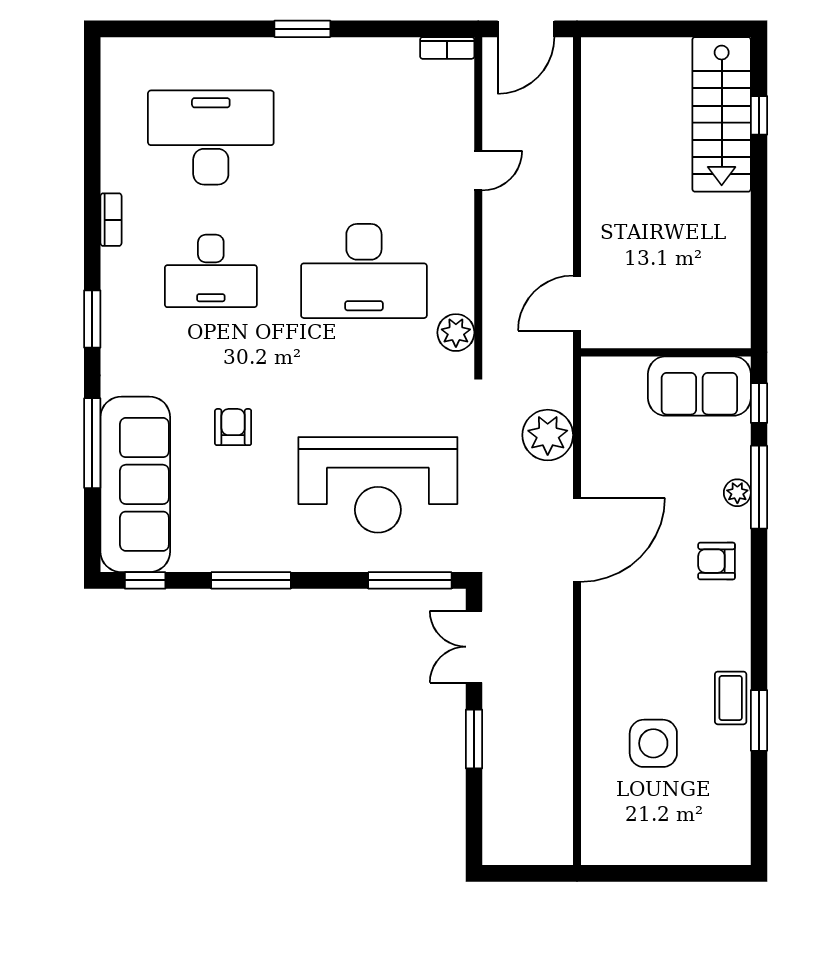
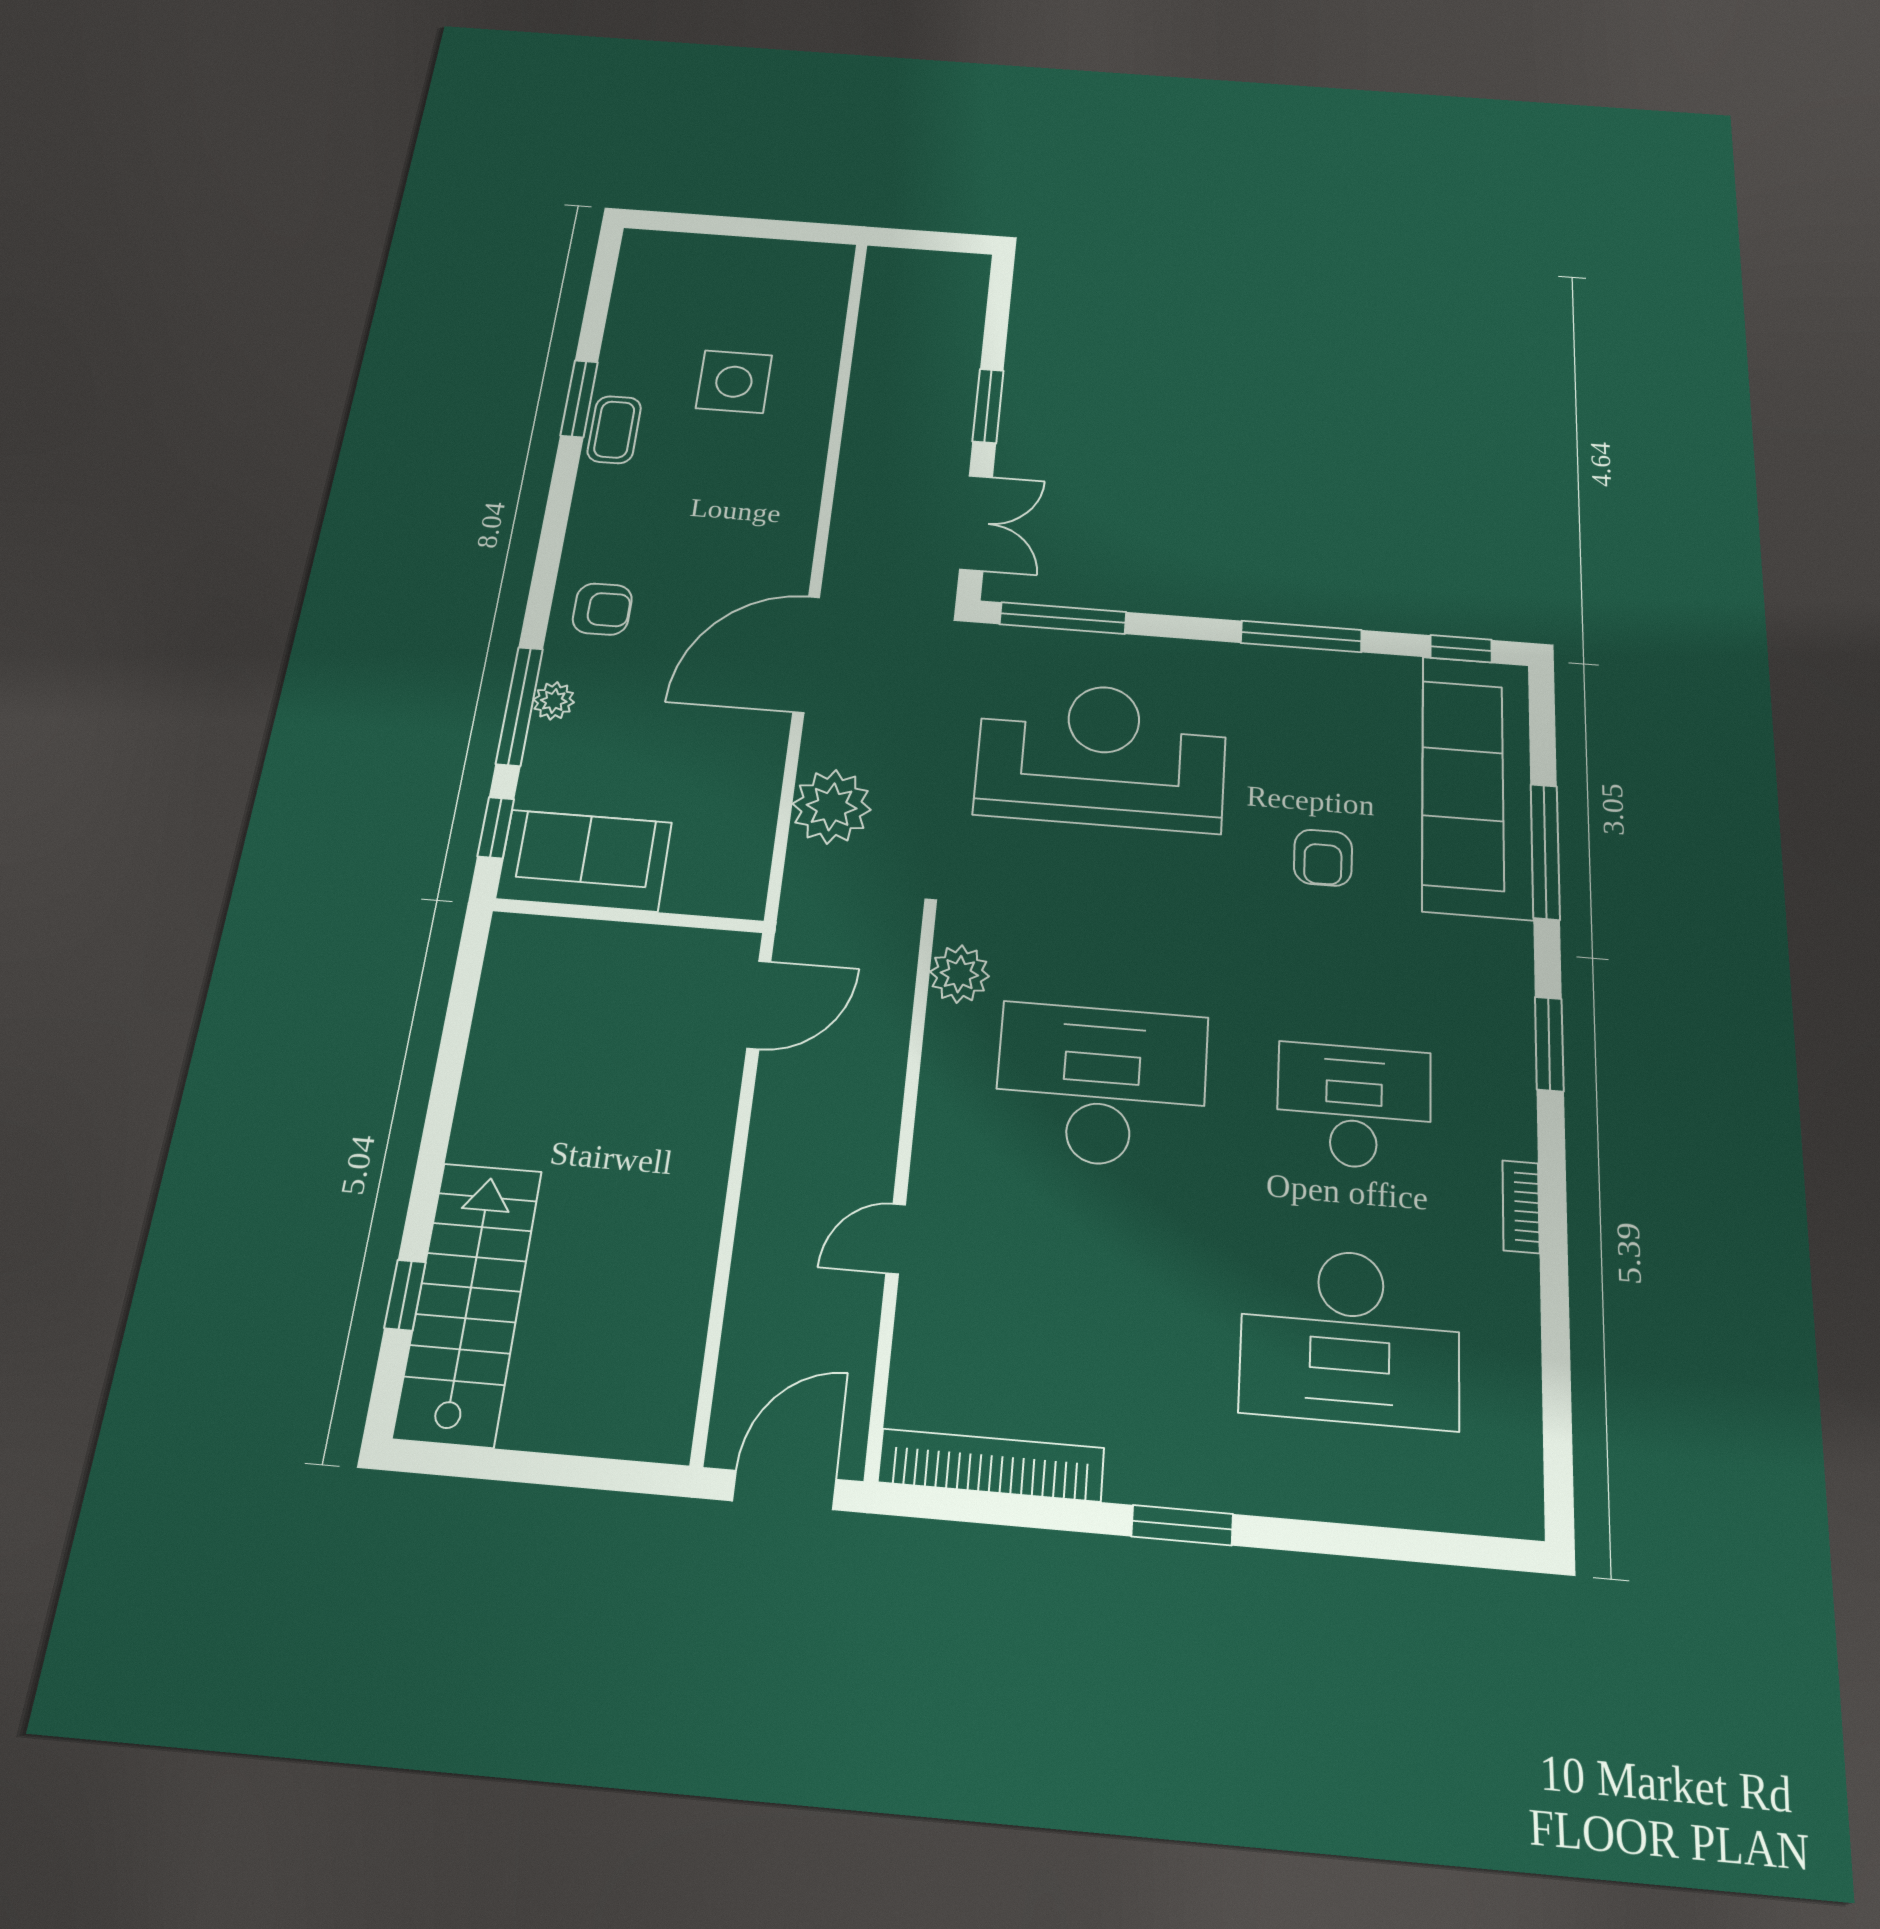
bookcase: (447, 48) -> (991, 1465), width x2.31, depth x1.31

